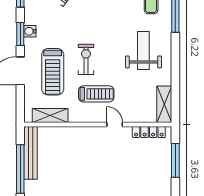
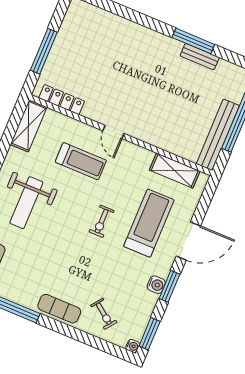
exercise bike: (86, 59) -> (102, 221), width x0.73, depth x0.72
treadmill: (96, 94) -> (81, 161), moved, turned 180
door: (115, 124) -> (113, 132), moved

